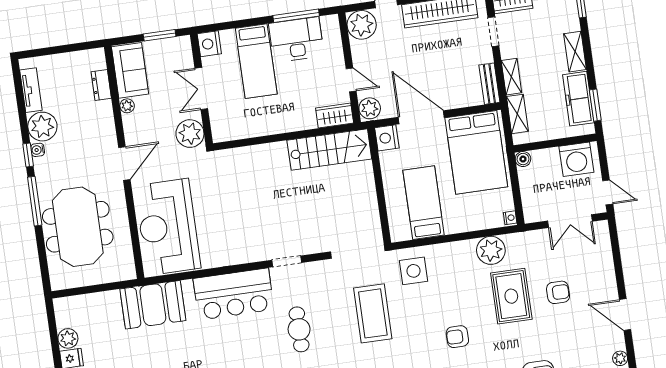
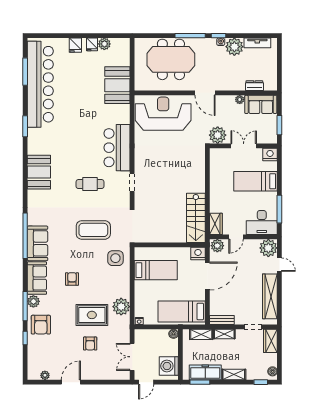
desk: (296, 40) -> (262, 223), moved, turned 90
bed: (476, 152) -> (182, 312), width x0.67
booth: (153, 305) -> (117, 85), moved

